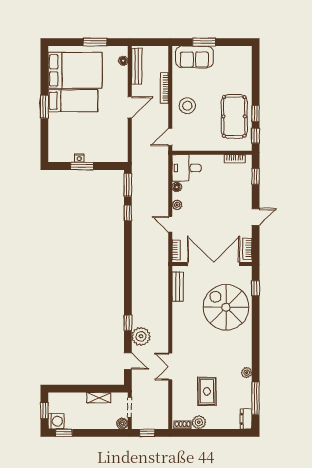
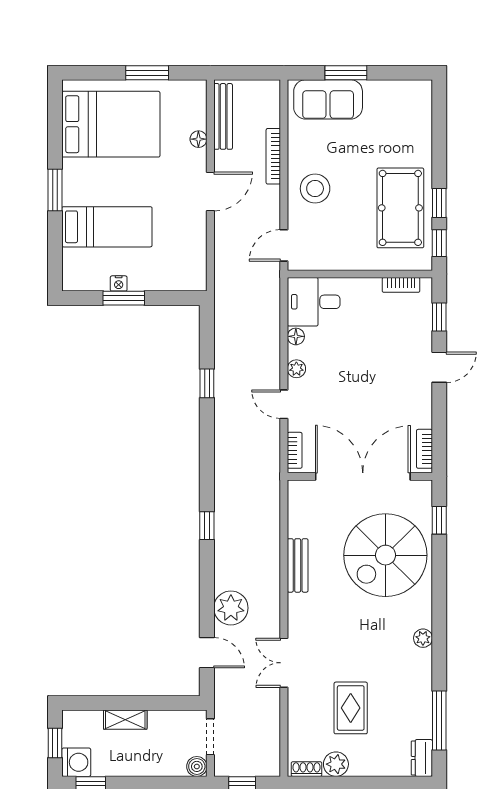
floor lamp: (123, 61) -> (198, 139), moved
bed: (73, 101) -> (107, 227), moved
window: (128, 185) -> (207, 333), removed
door: (256, 217) -> (439, 367), moved
bench: (178, 287) -> (298, 565), moved
spiral stairs: (226, 307) -> (385, 555), turned -90
window: (128, 323) -> (207, 526), moved
plant: (247, 373) -> (423, 638), moved
shelving: (99, 398) -> (125, 720), moved

